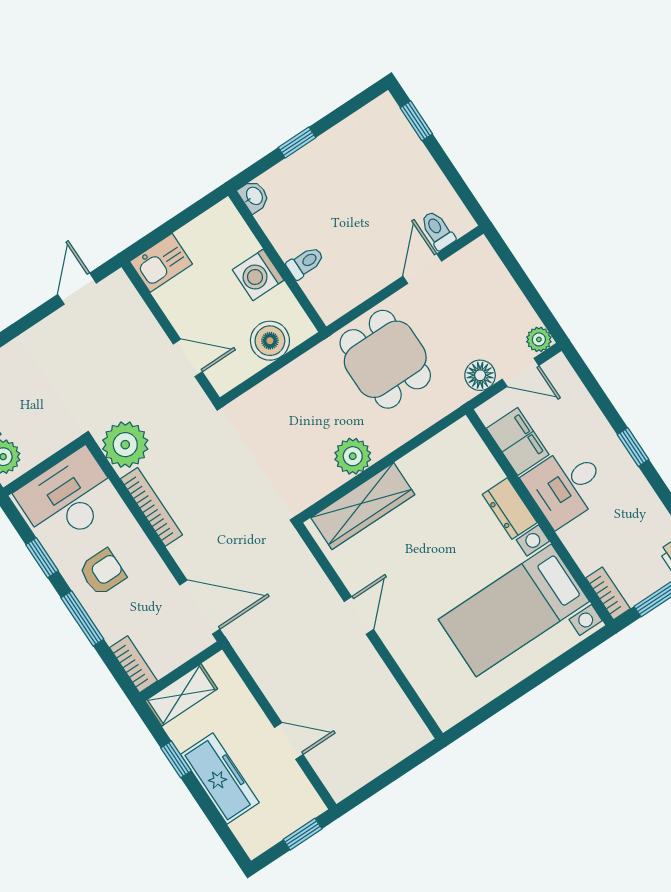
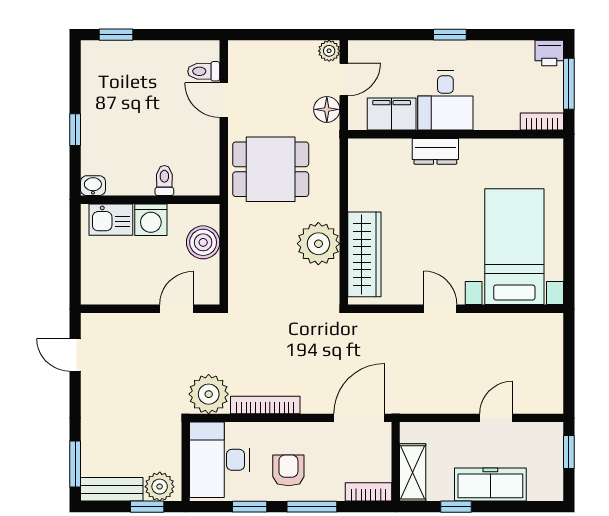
kitchen sink: (161, 263) -> (111, 220), moved, turned 90
plant: (353, 456) -> (318, 244), width x1.36, depth x1.36
bed with nightstands: (514, 610) -> (514, 247), moved, turned 180

